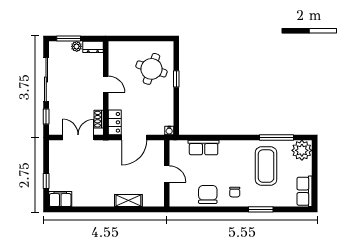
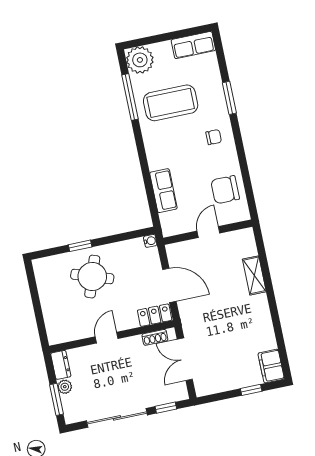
round table: (151, 69) -> (92, 277), moved
chair: (208, 194) -> (225, 190), moved

